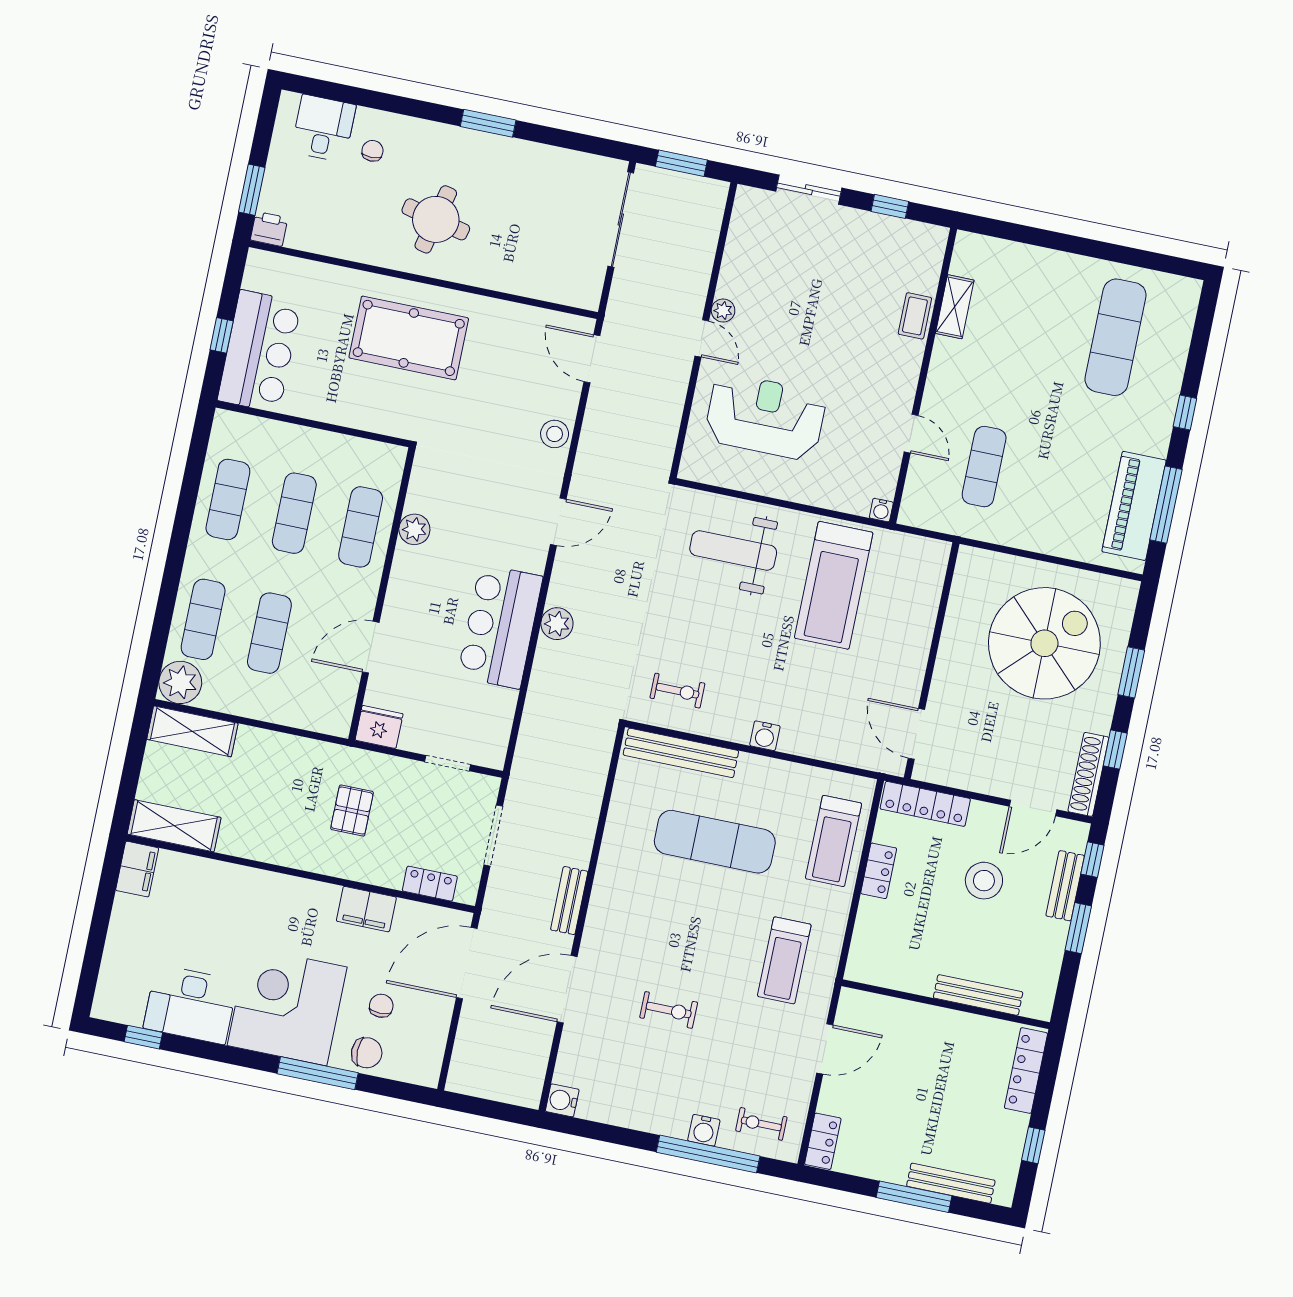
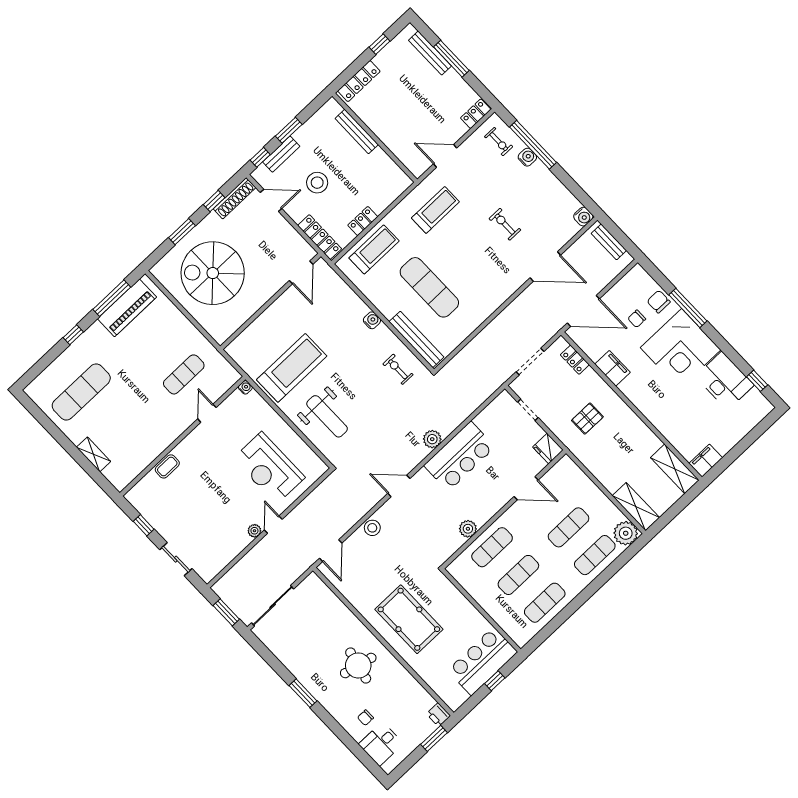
shelving: (955, 307) -> (94, 454), moved, turned 90
bench: (569, 901) -> (609, 242), moved, turned 90

